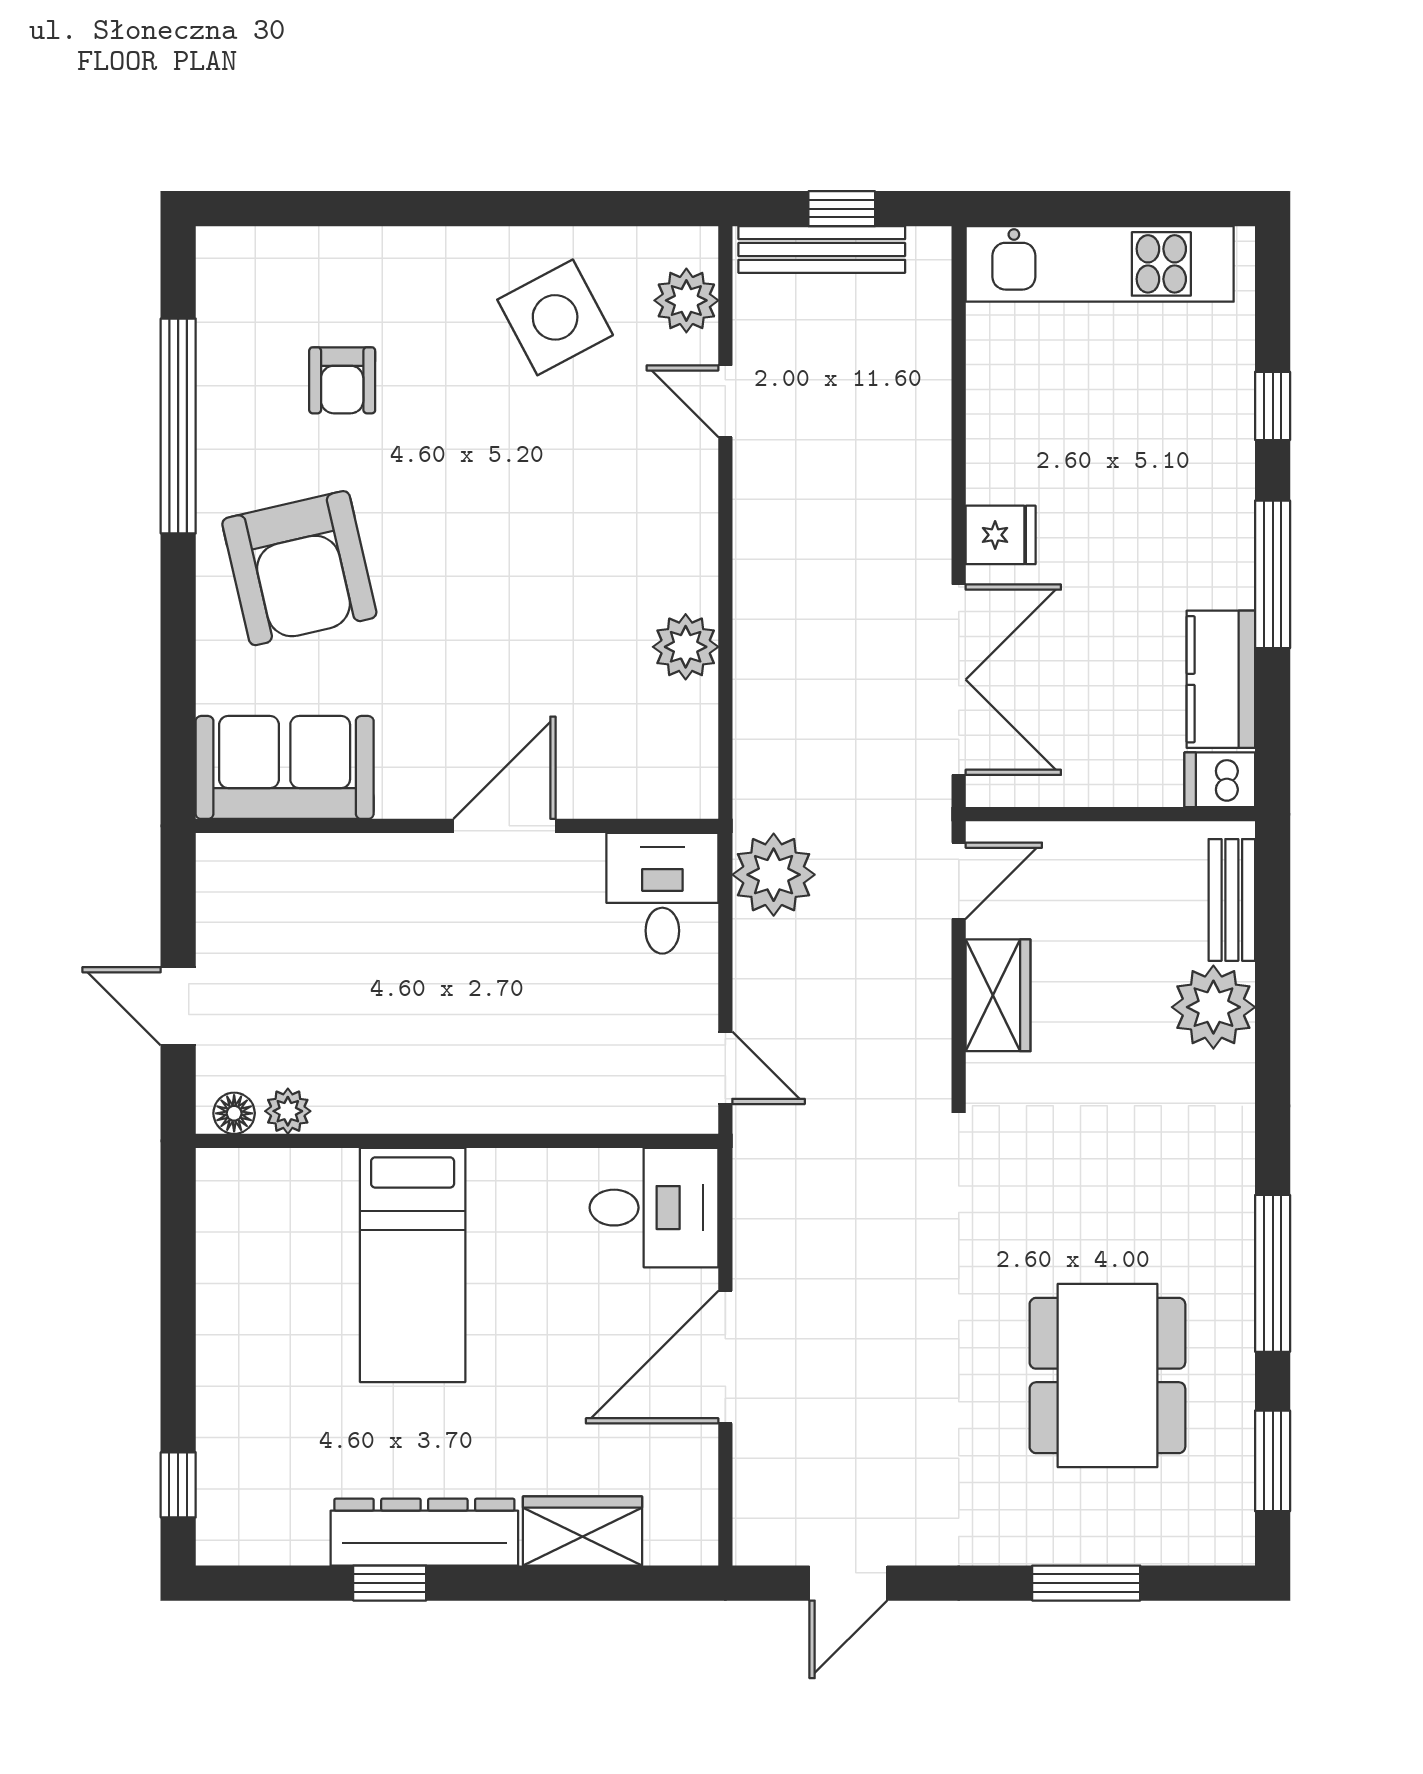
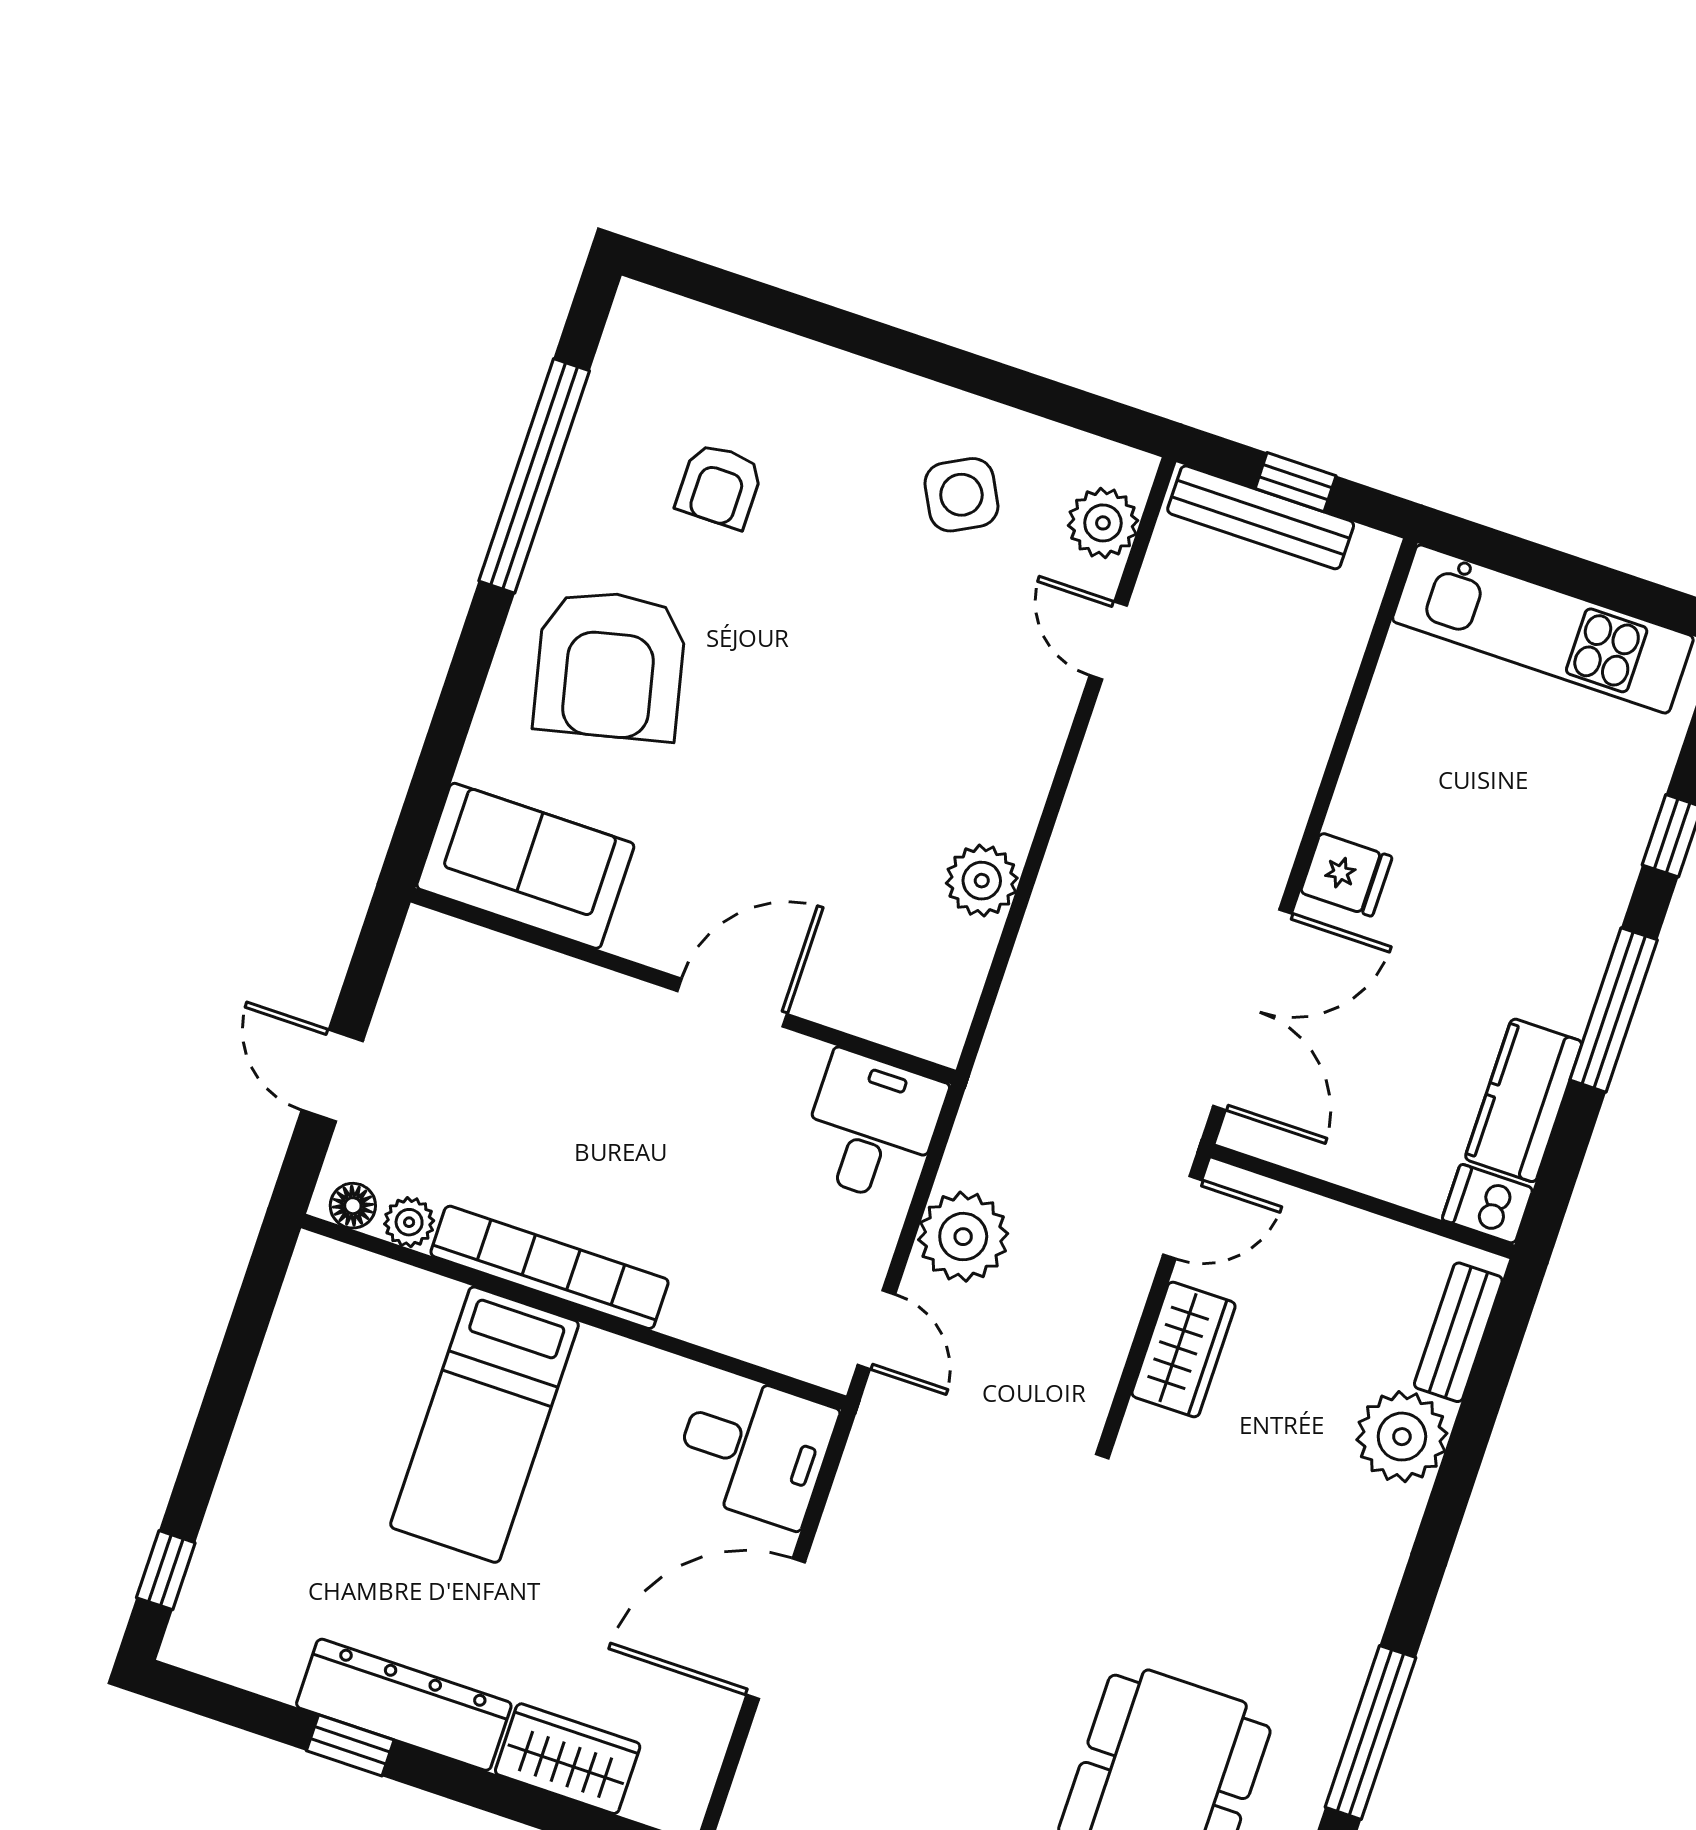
side table: (555, 317) -> (961, 495), width x0.73, depth x0.73
plant: (774, 875) -> (963, 1237), moved
bookcase: (423, 1109) -> (549, 1267), added

